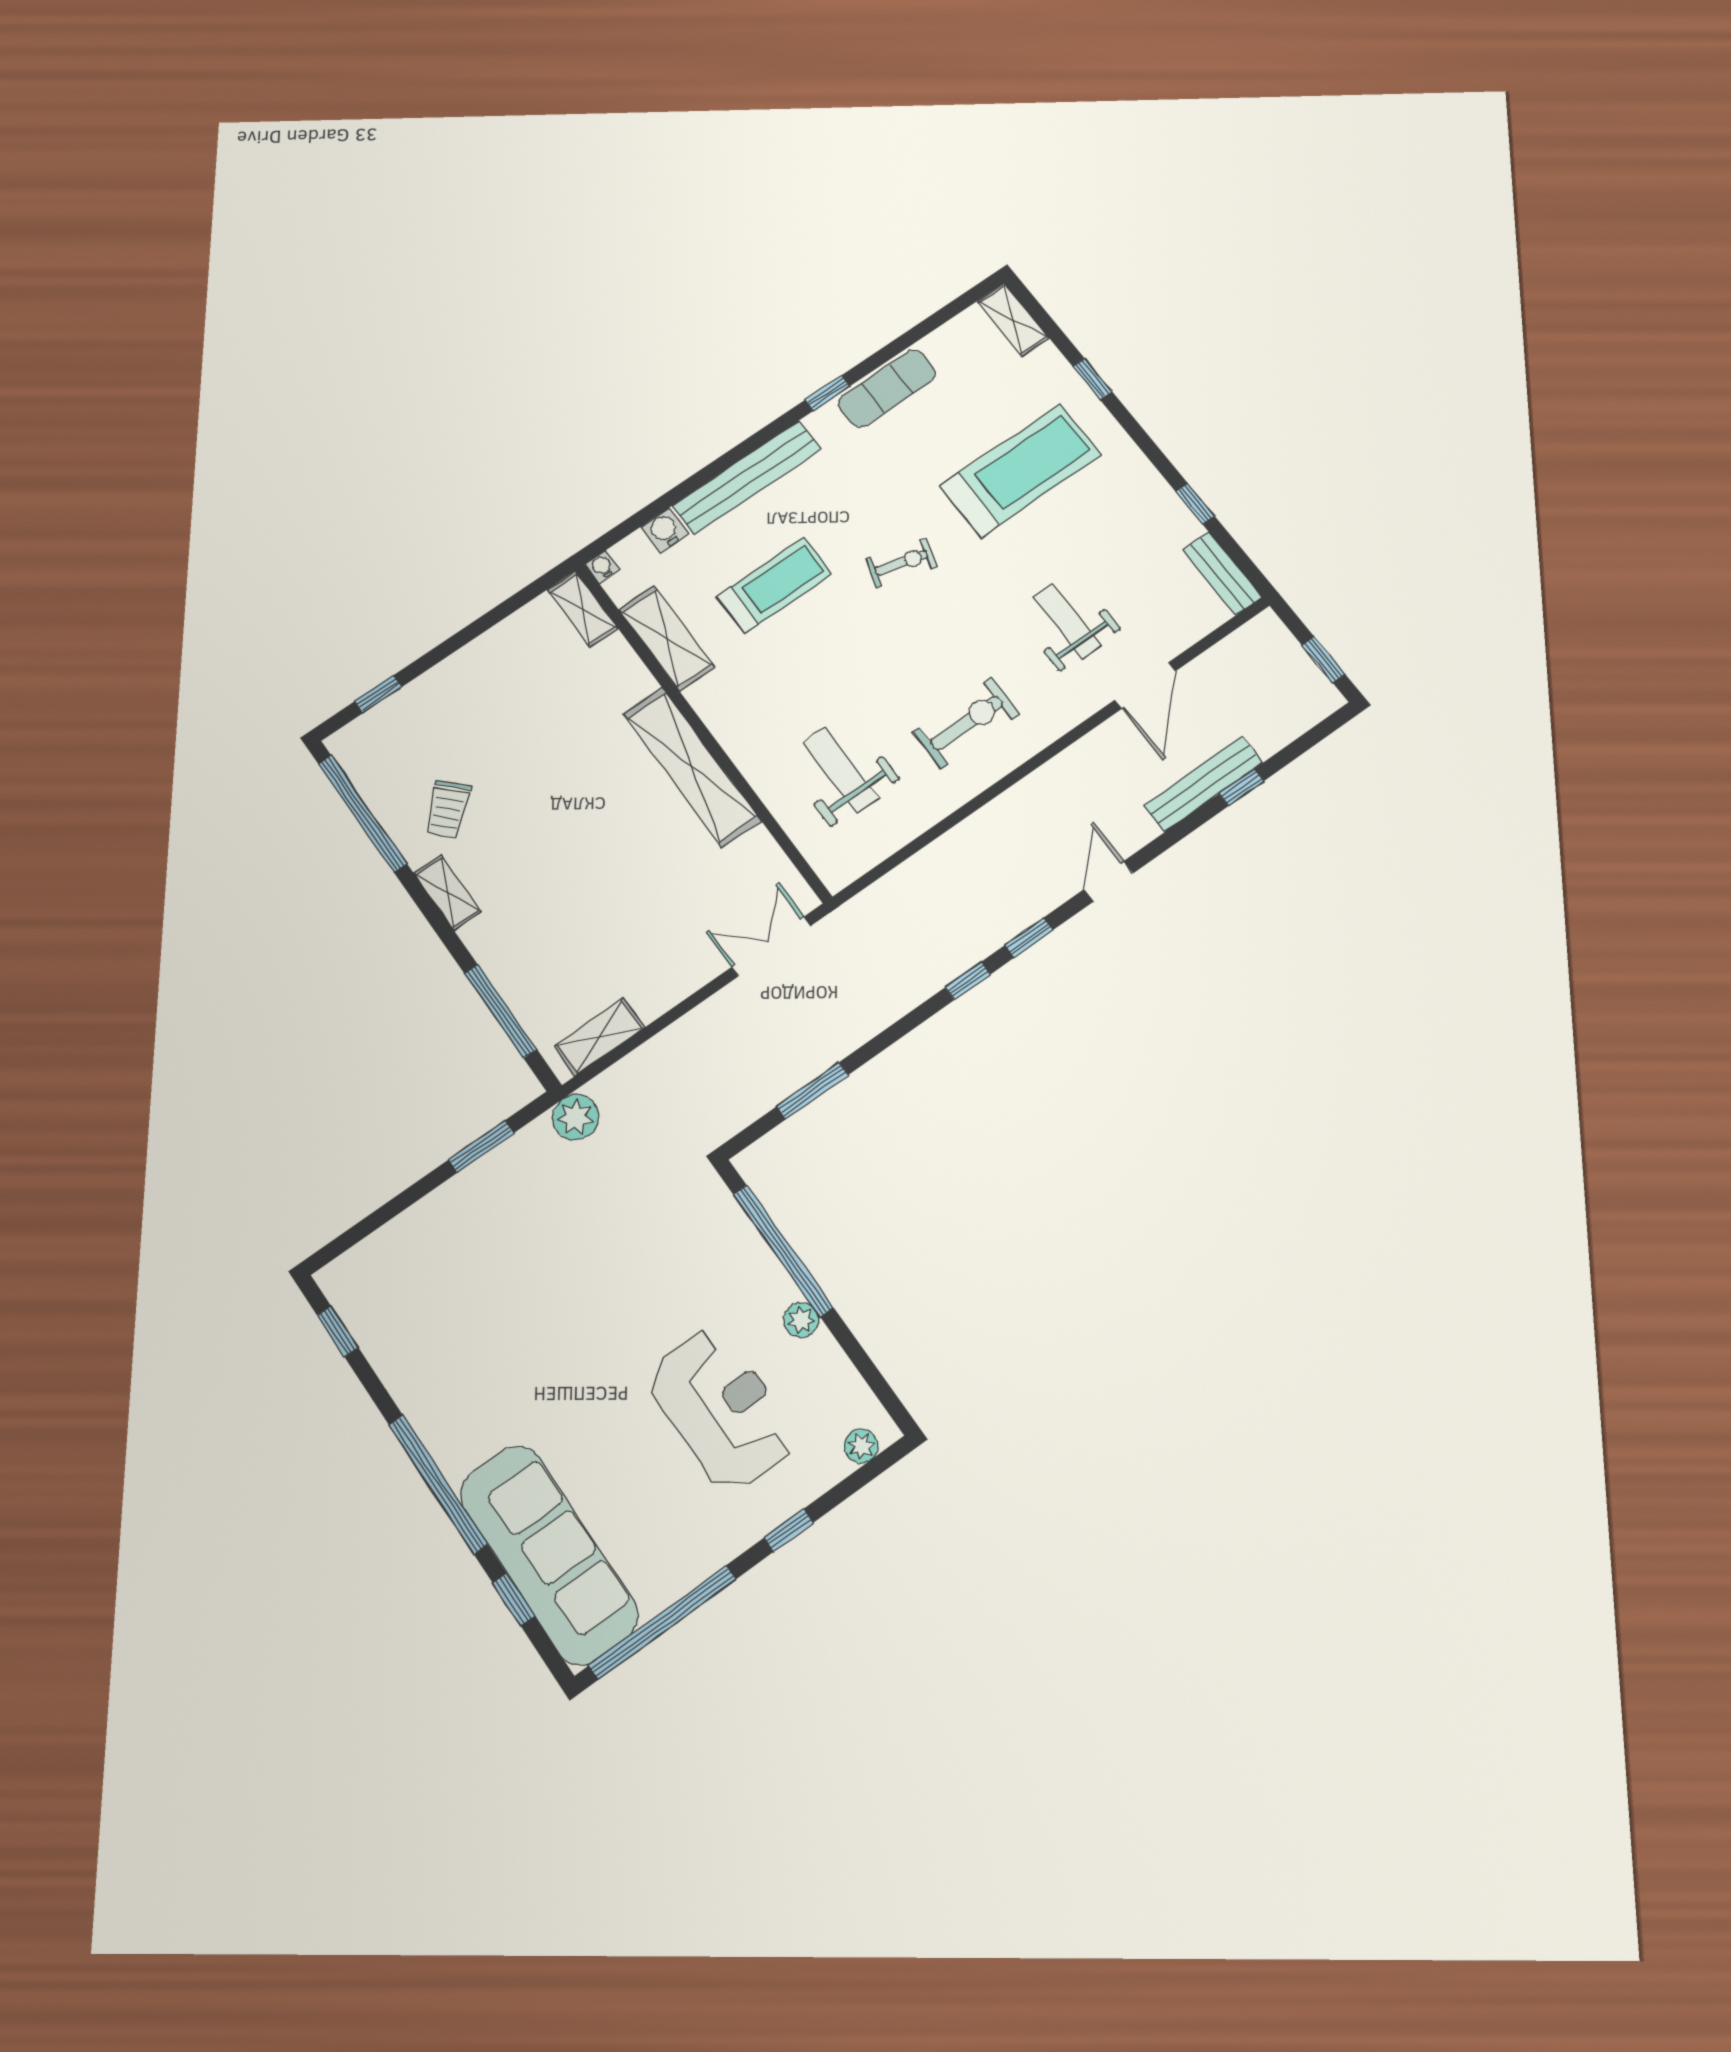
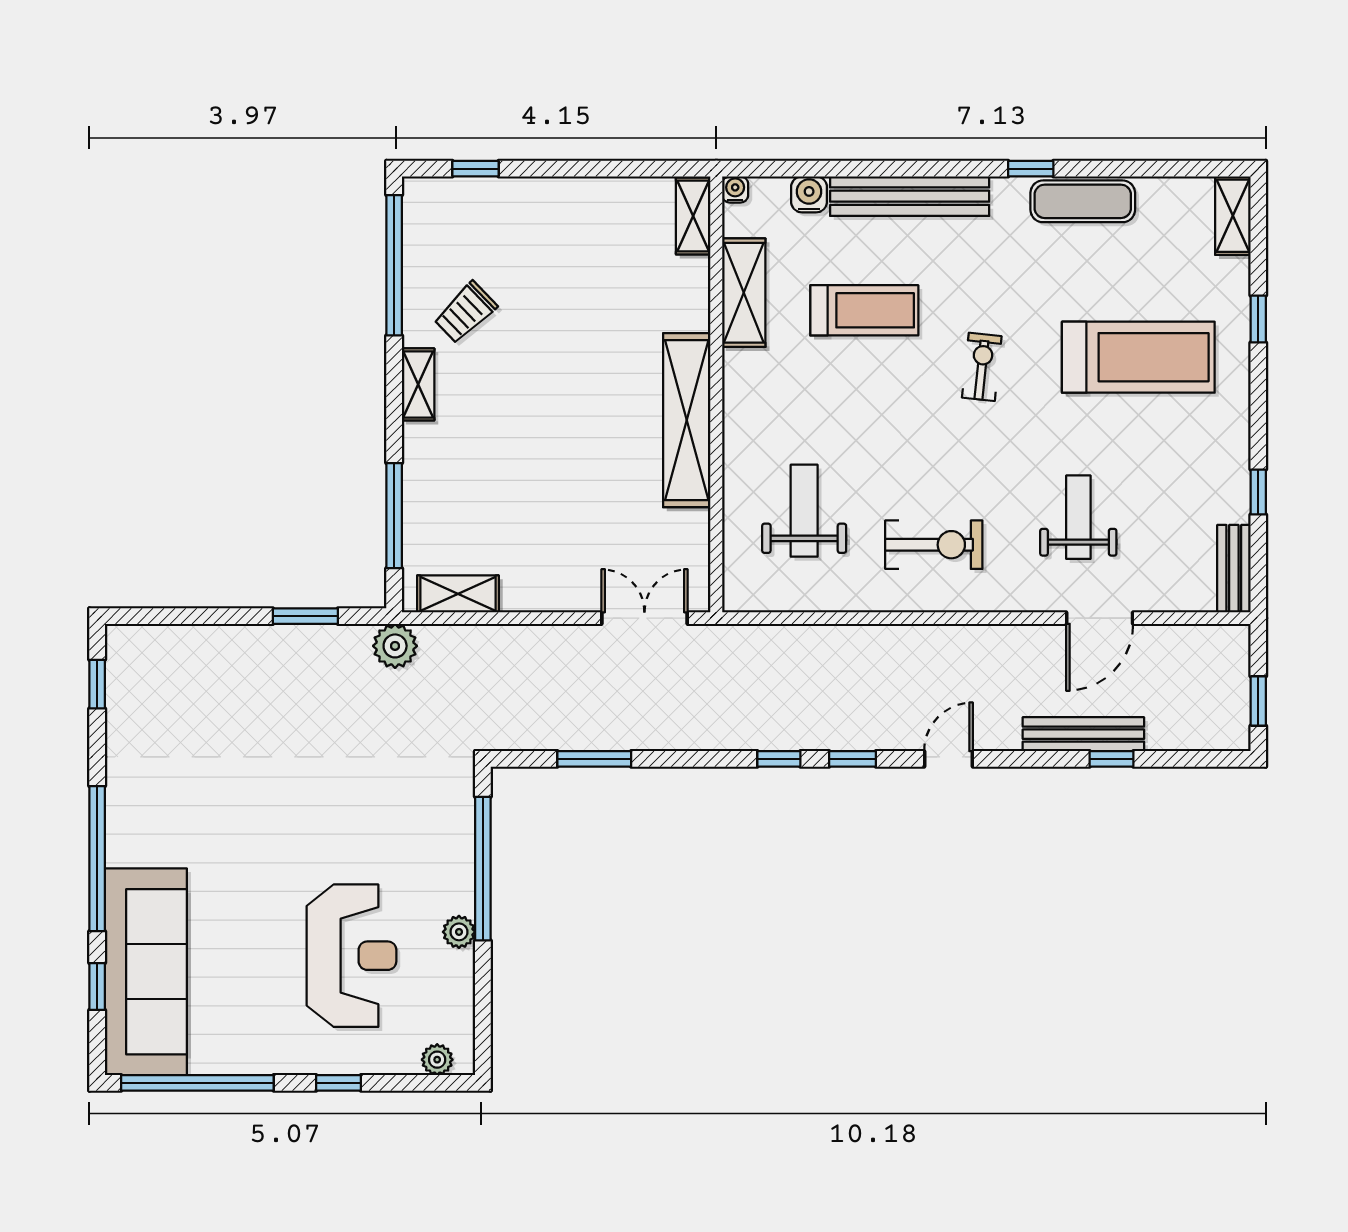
exercise bike: (901, 563) -> (982, 367), turned -100

